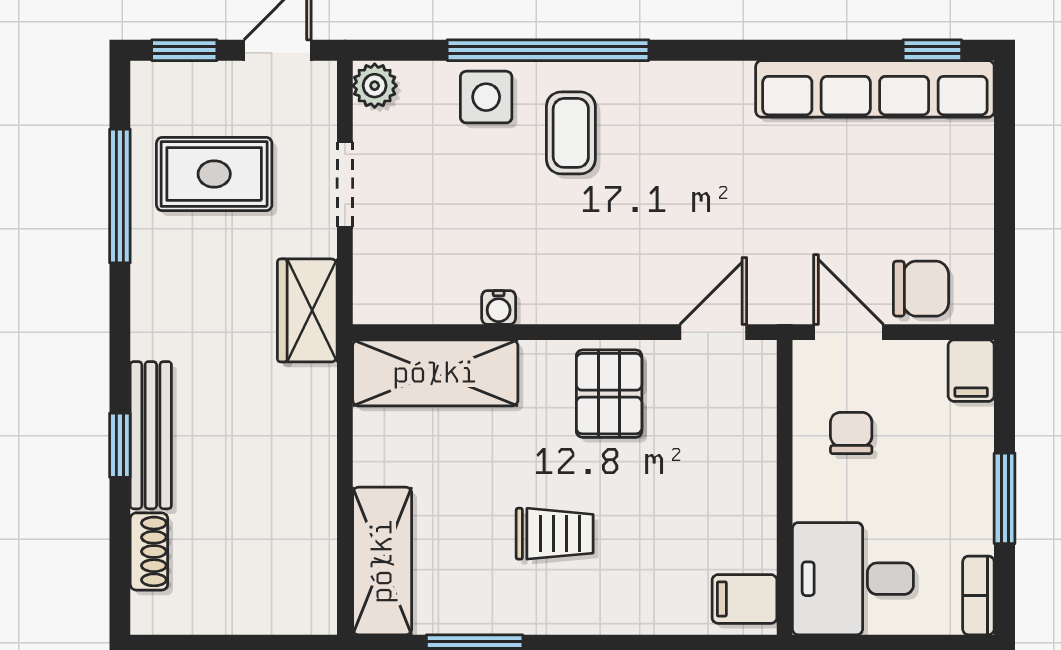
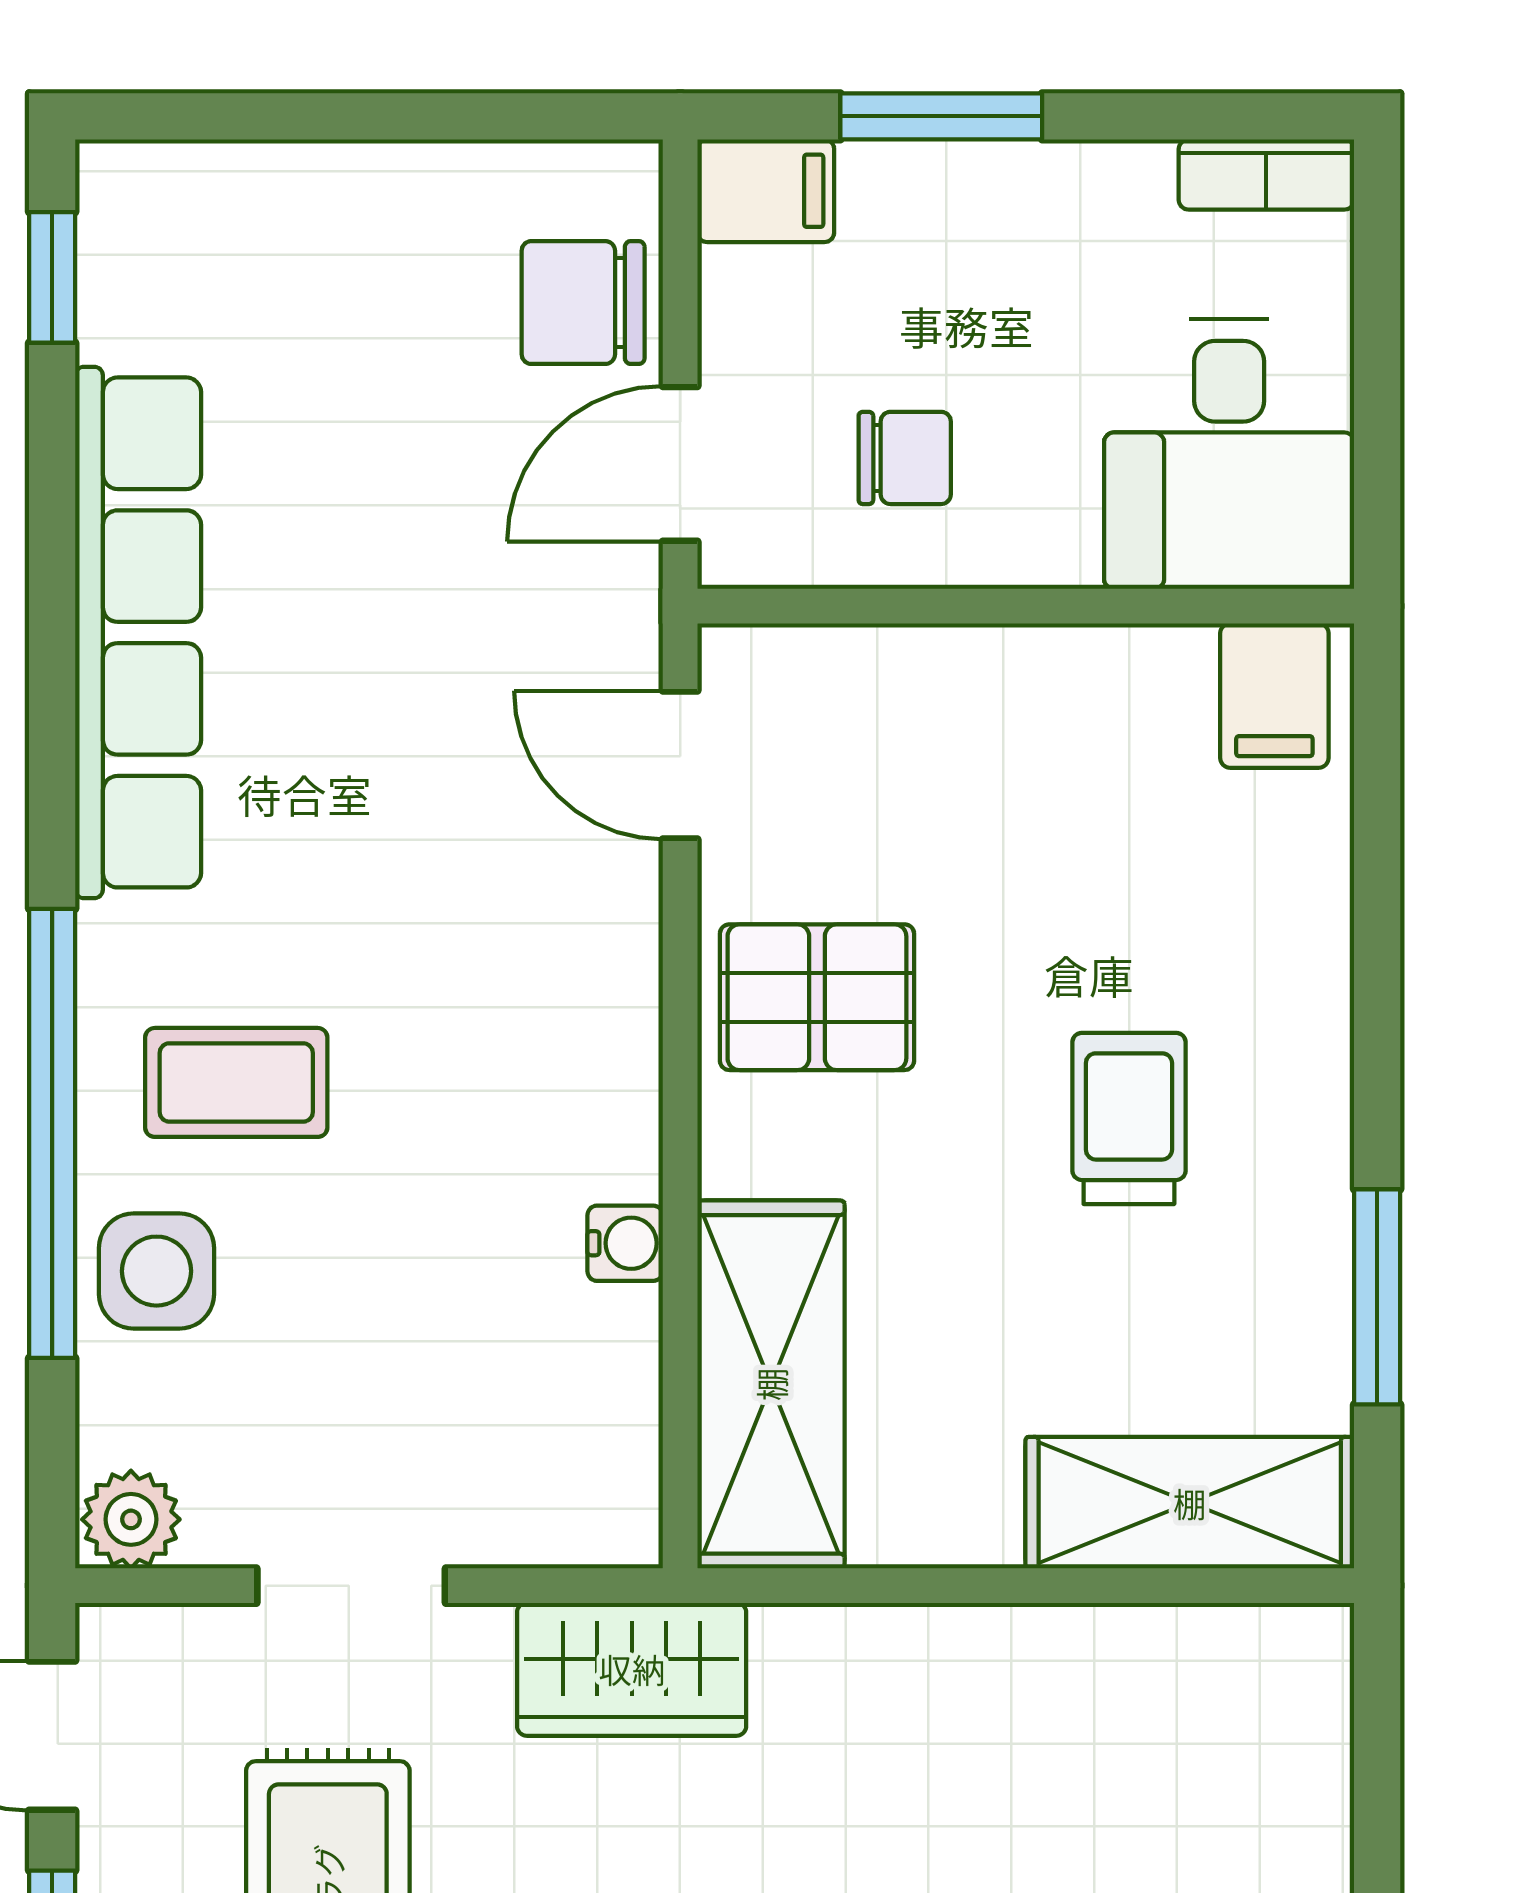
row of seats: (875, 89) -> (138, 632), moved
chair: (921, 289) -> (583, 303), turned -90
chair: (851, 433) -> (905, 458), turned 180
window: (1005, 498) -> (941, 116), moved

